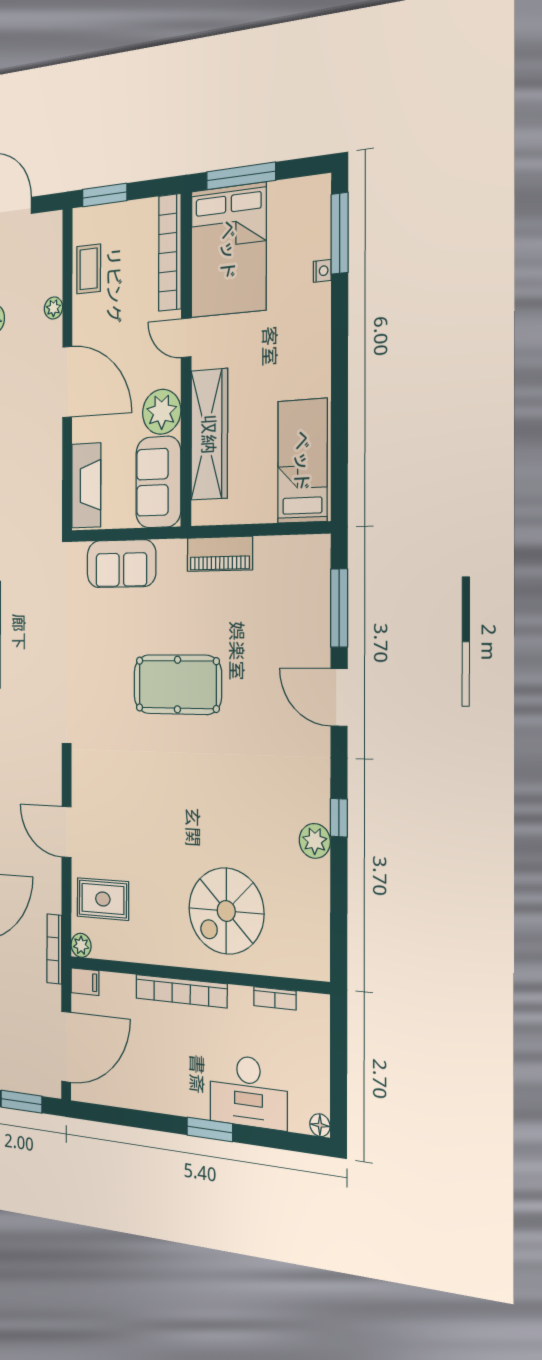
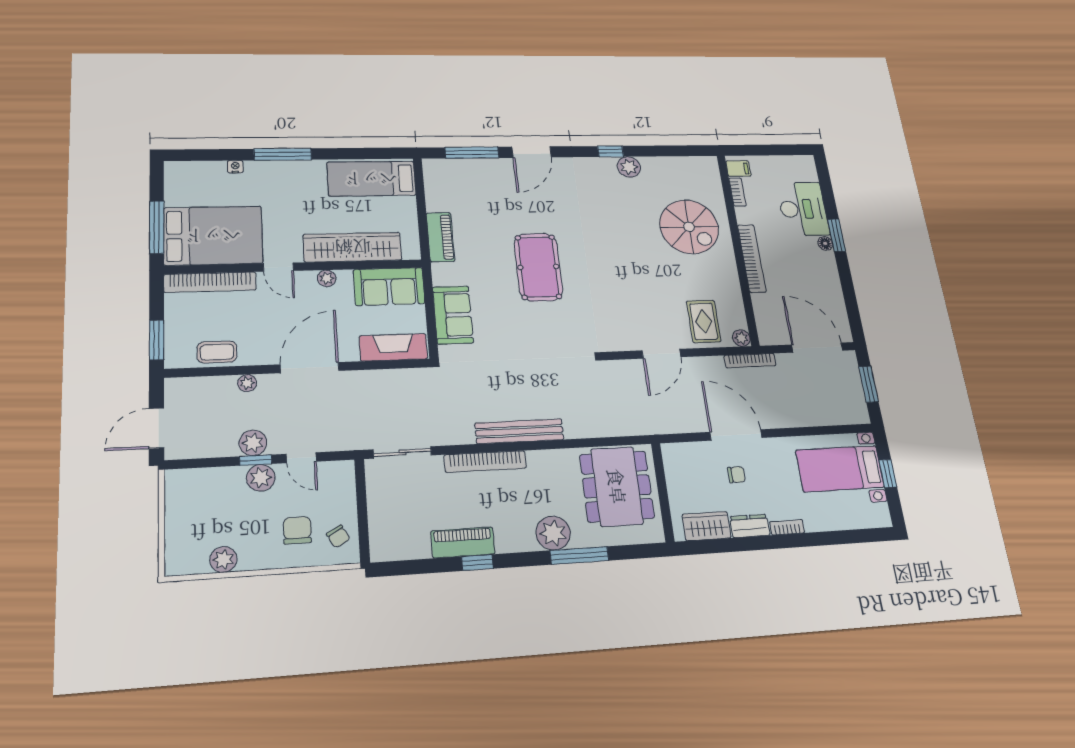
window: (340, 233) -> (283, 154), moved
door: (186, 338) -> (278, 267), hinge flipped
plant: (162, 412) -> (327, 278), width x0.53, depth x0.53
filing cabinet: (85, 982) -> (738, 169), moved, turned 90
floor lamp: (320, 1125) -> (825, 243), moved

